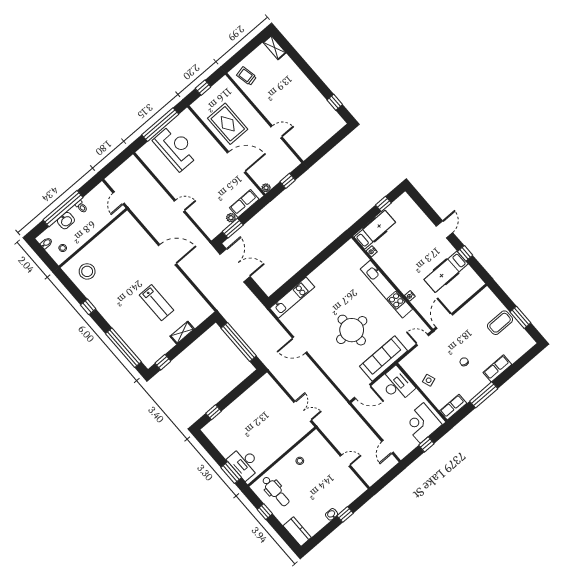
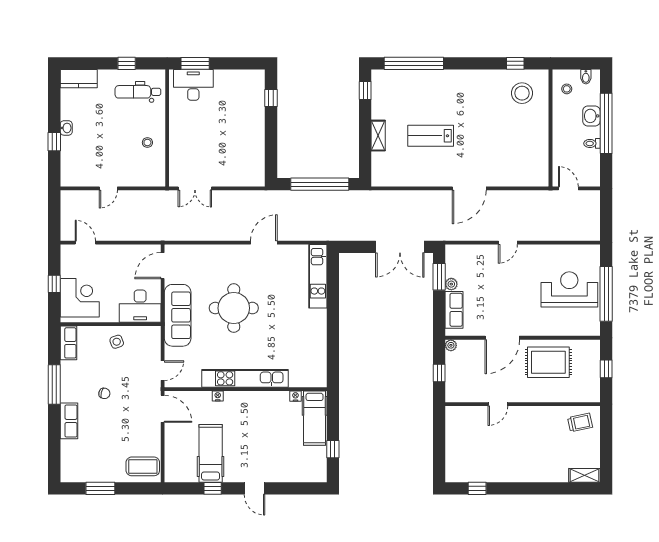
reception desk: (176, 148) -> (569, 289), turned 180
window: (88, 307) -> (515, 63), moved
coffee table: (500, 323) -> (143, 466), moved, turned 90

